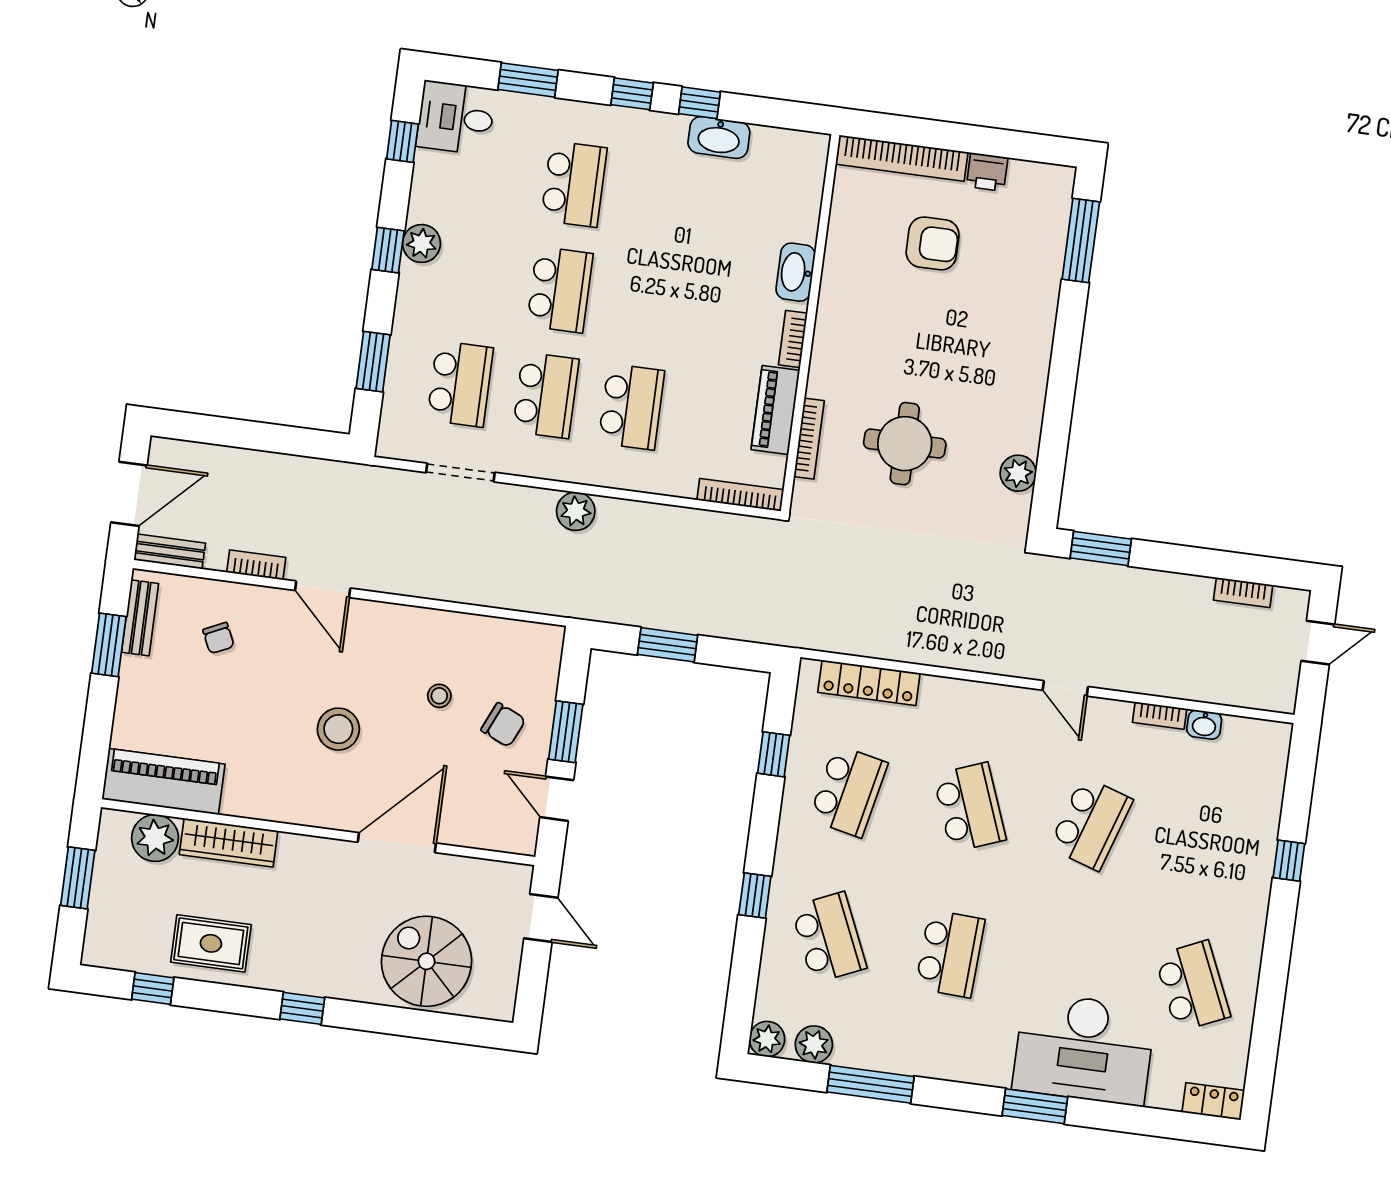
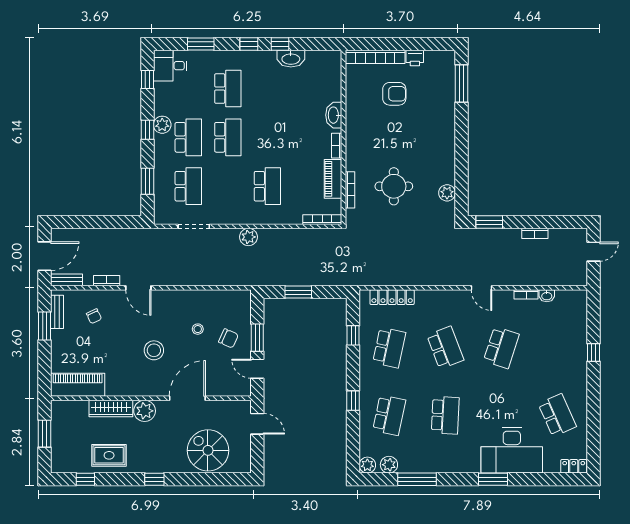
school desk: (546, 395) -> (188, 137), moved
bookcase: (1243, 592) -> (535, 233), moved
plant: (155, 838) -> (145, 411), moved
school desk: (829, 938) -> (389, 415), turned 36

